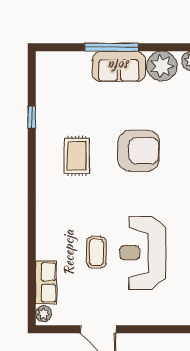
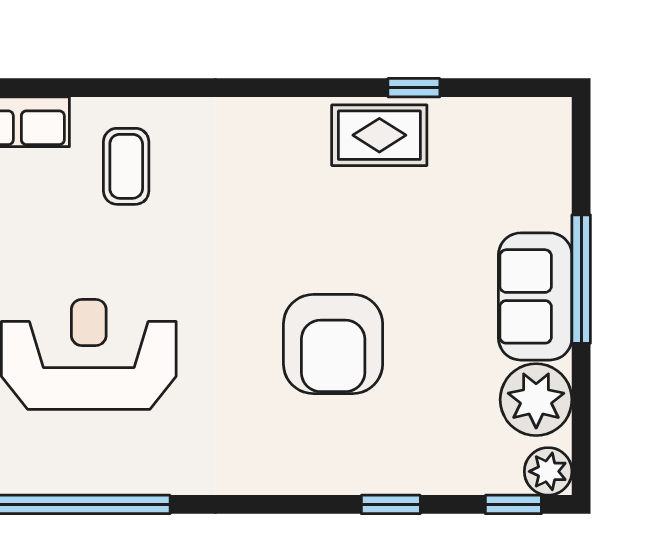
rug: (77, 156) -> (379, 135), moved
coffee table: (96, 252) -> (126, 166), moved, turned 90

